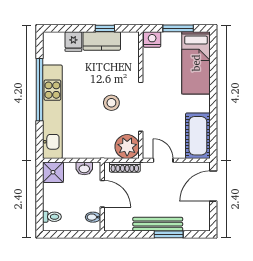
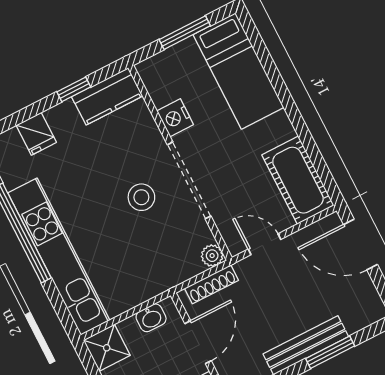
nightstand: (152, 39) -> (175, 118), moved, turned -90
kitchen counter: (102, 41) -> (107, 96), moved
plant: (127, 147) -> (212, 256), width x0.53, depth x0.53
door: (213, 186) -> (360, 245), hinge flipped
door: (102, 194) -> (198, 342), hinge flipped

